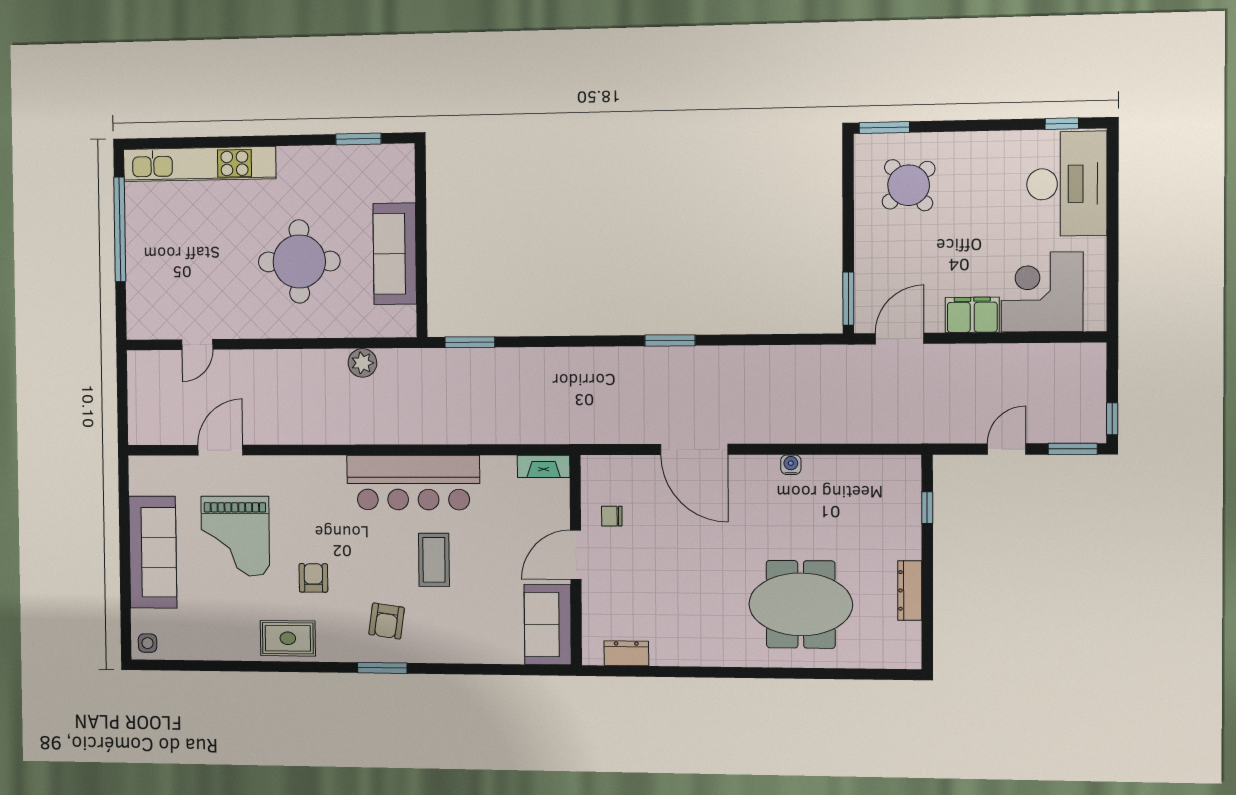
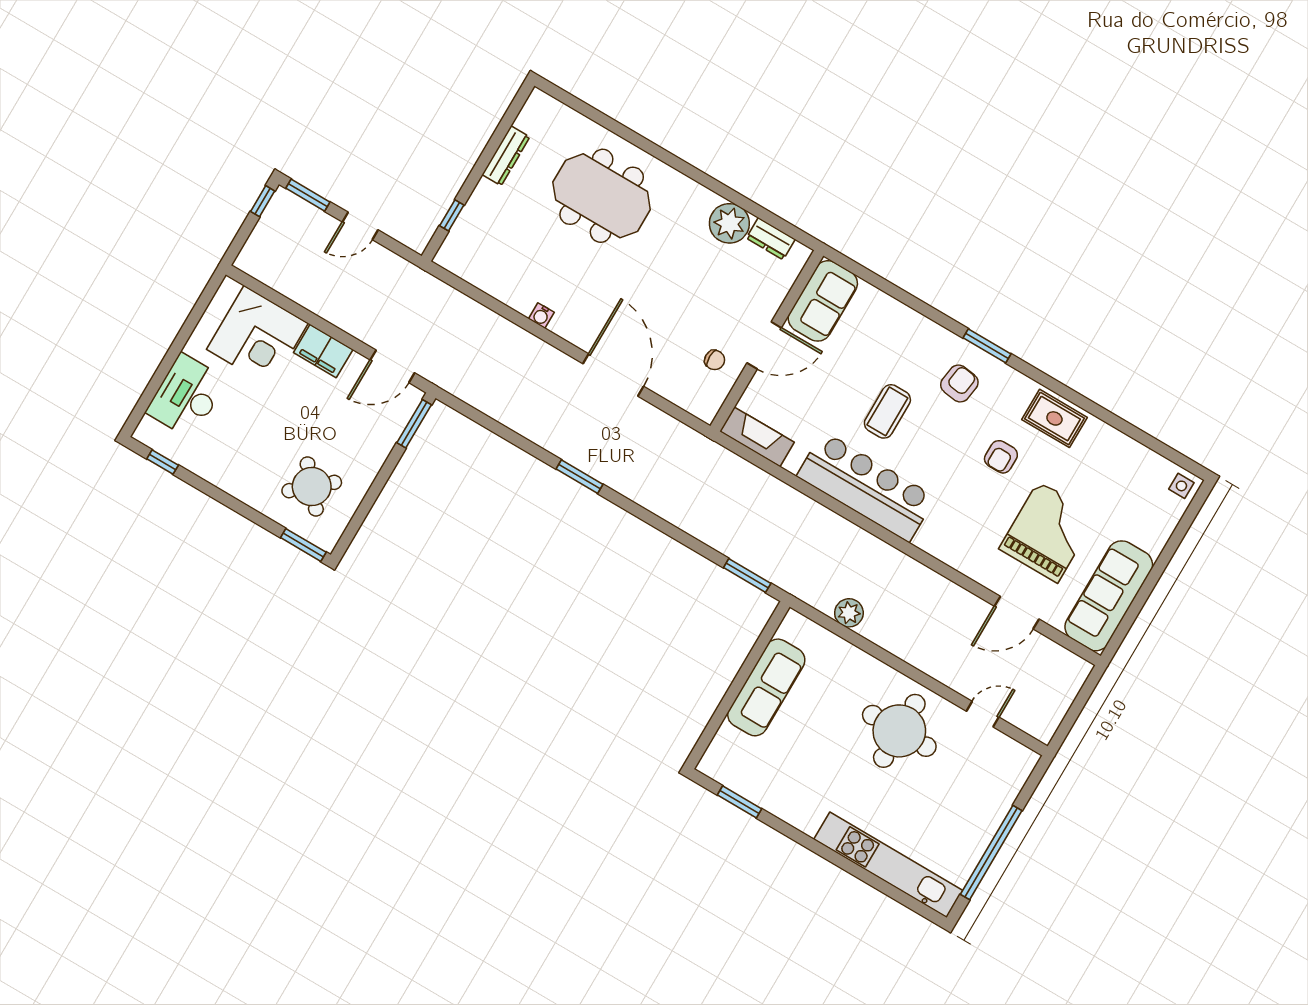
desk: (1067, 184) -> (186, 396), width x0.73, depth x0.77
round table: (299, 261) -> (899, 731), moved
fireplace: (544, 466) -> (757, 437), width x1.37, depth x1.32
sofa: (153, 552) -> (1109, 596), moved
plant: (671, 646) -> (729, 223), added

